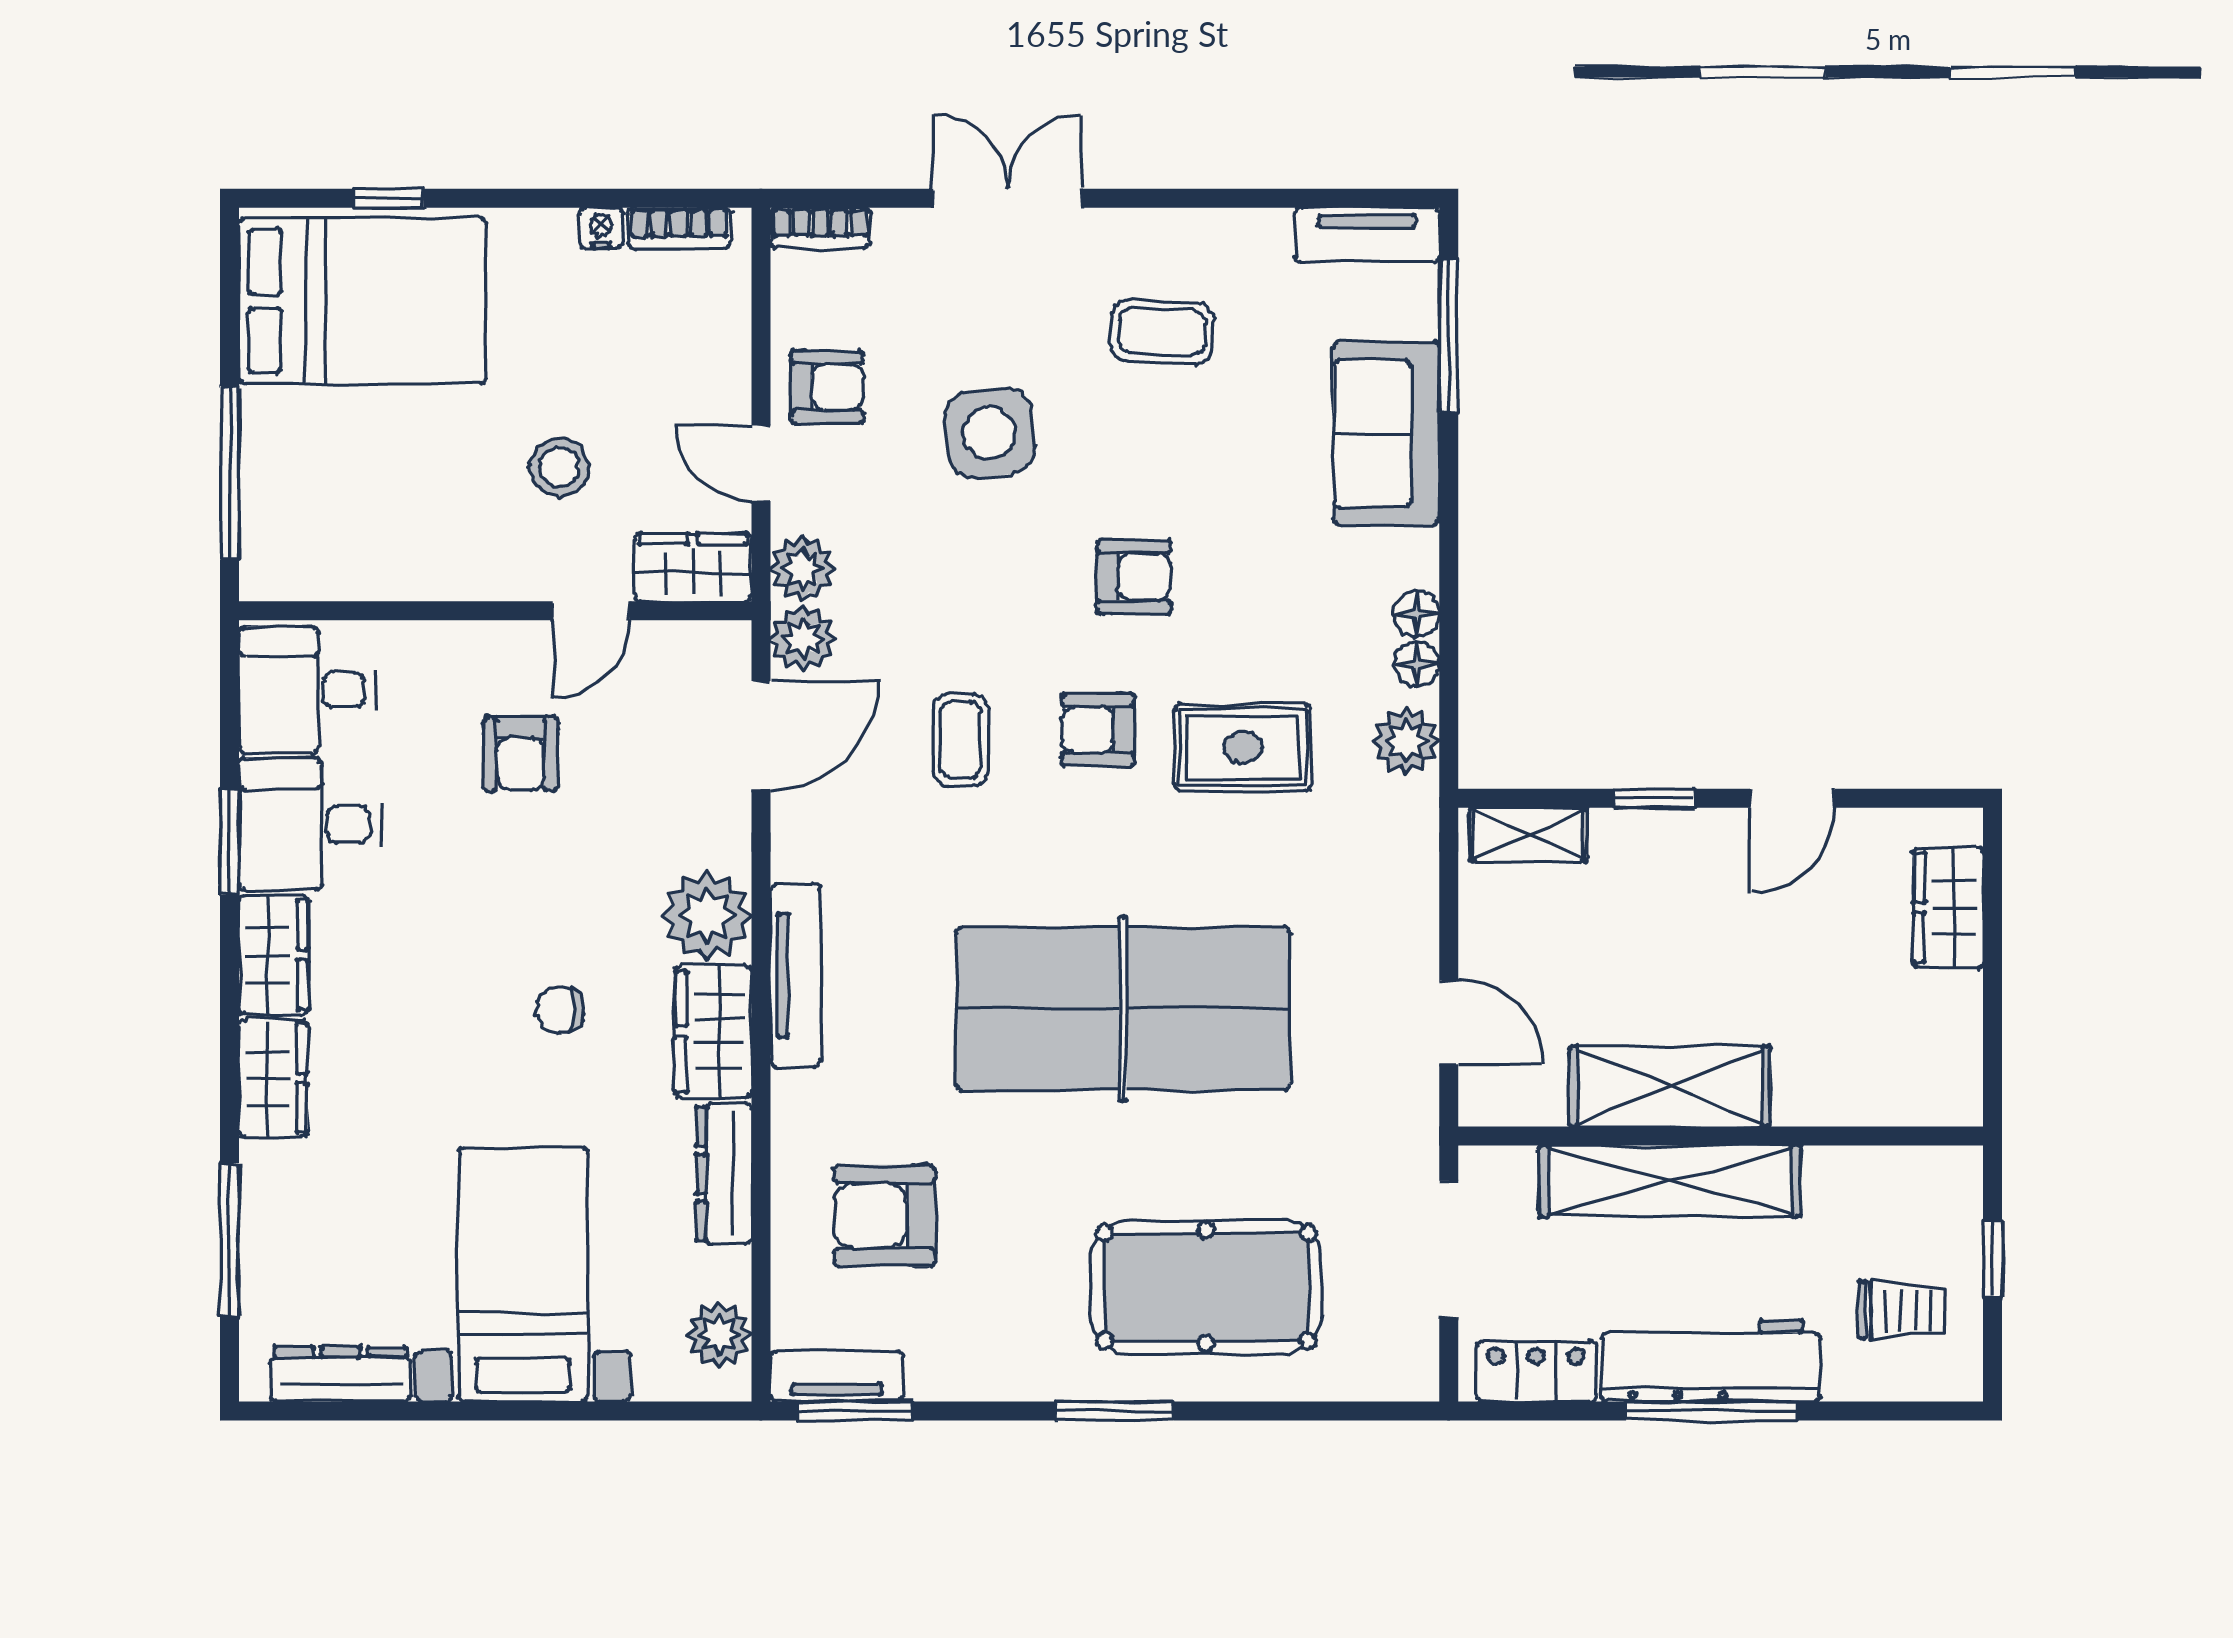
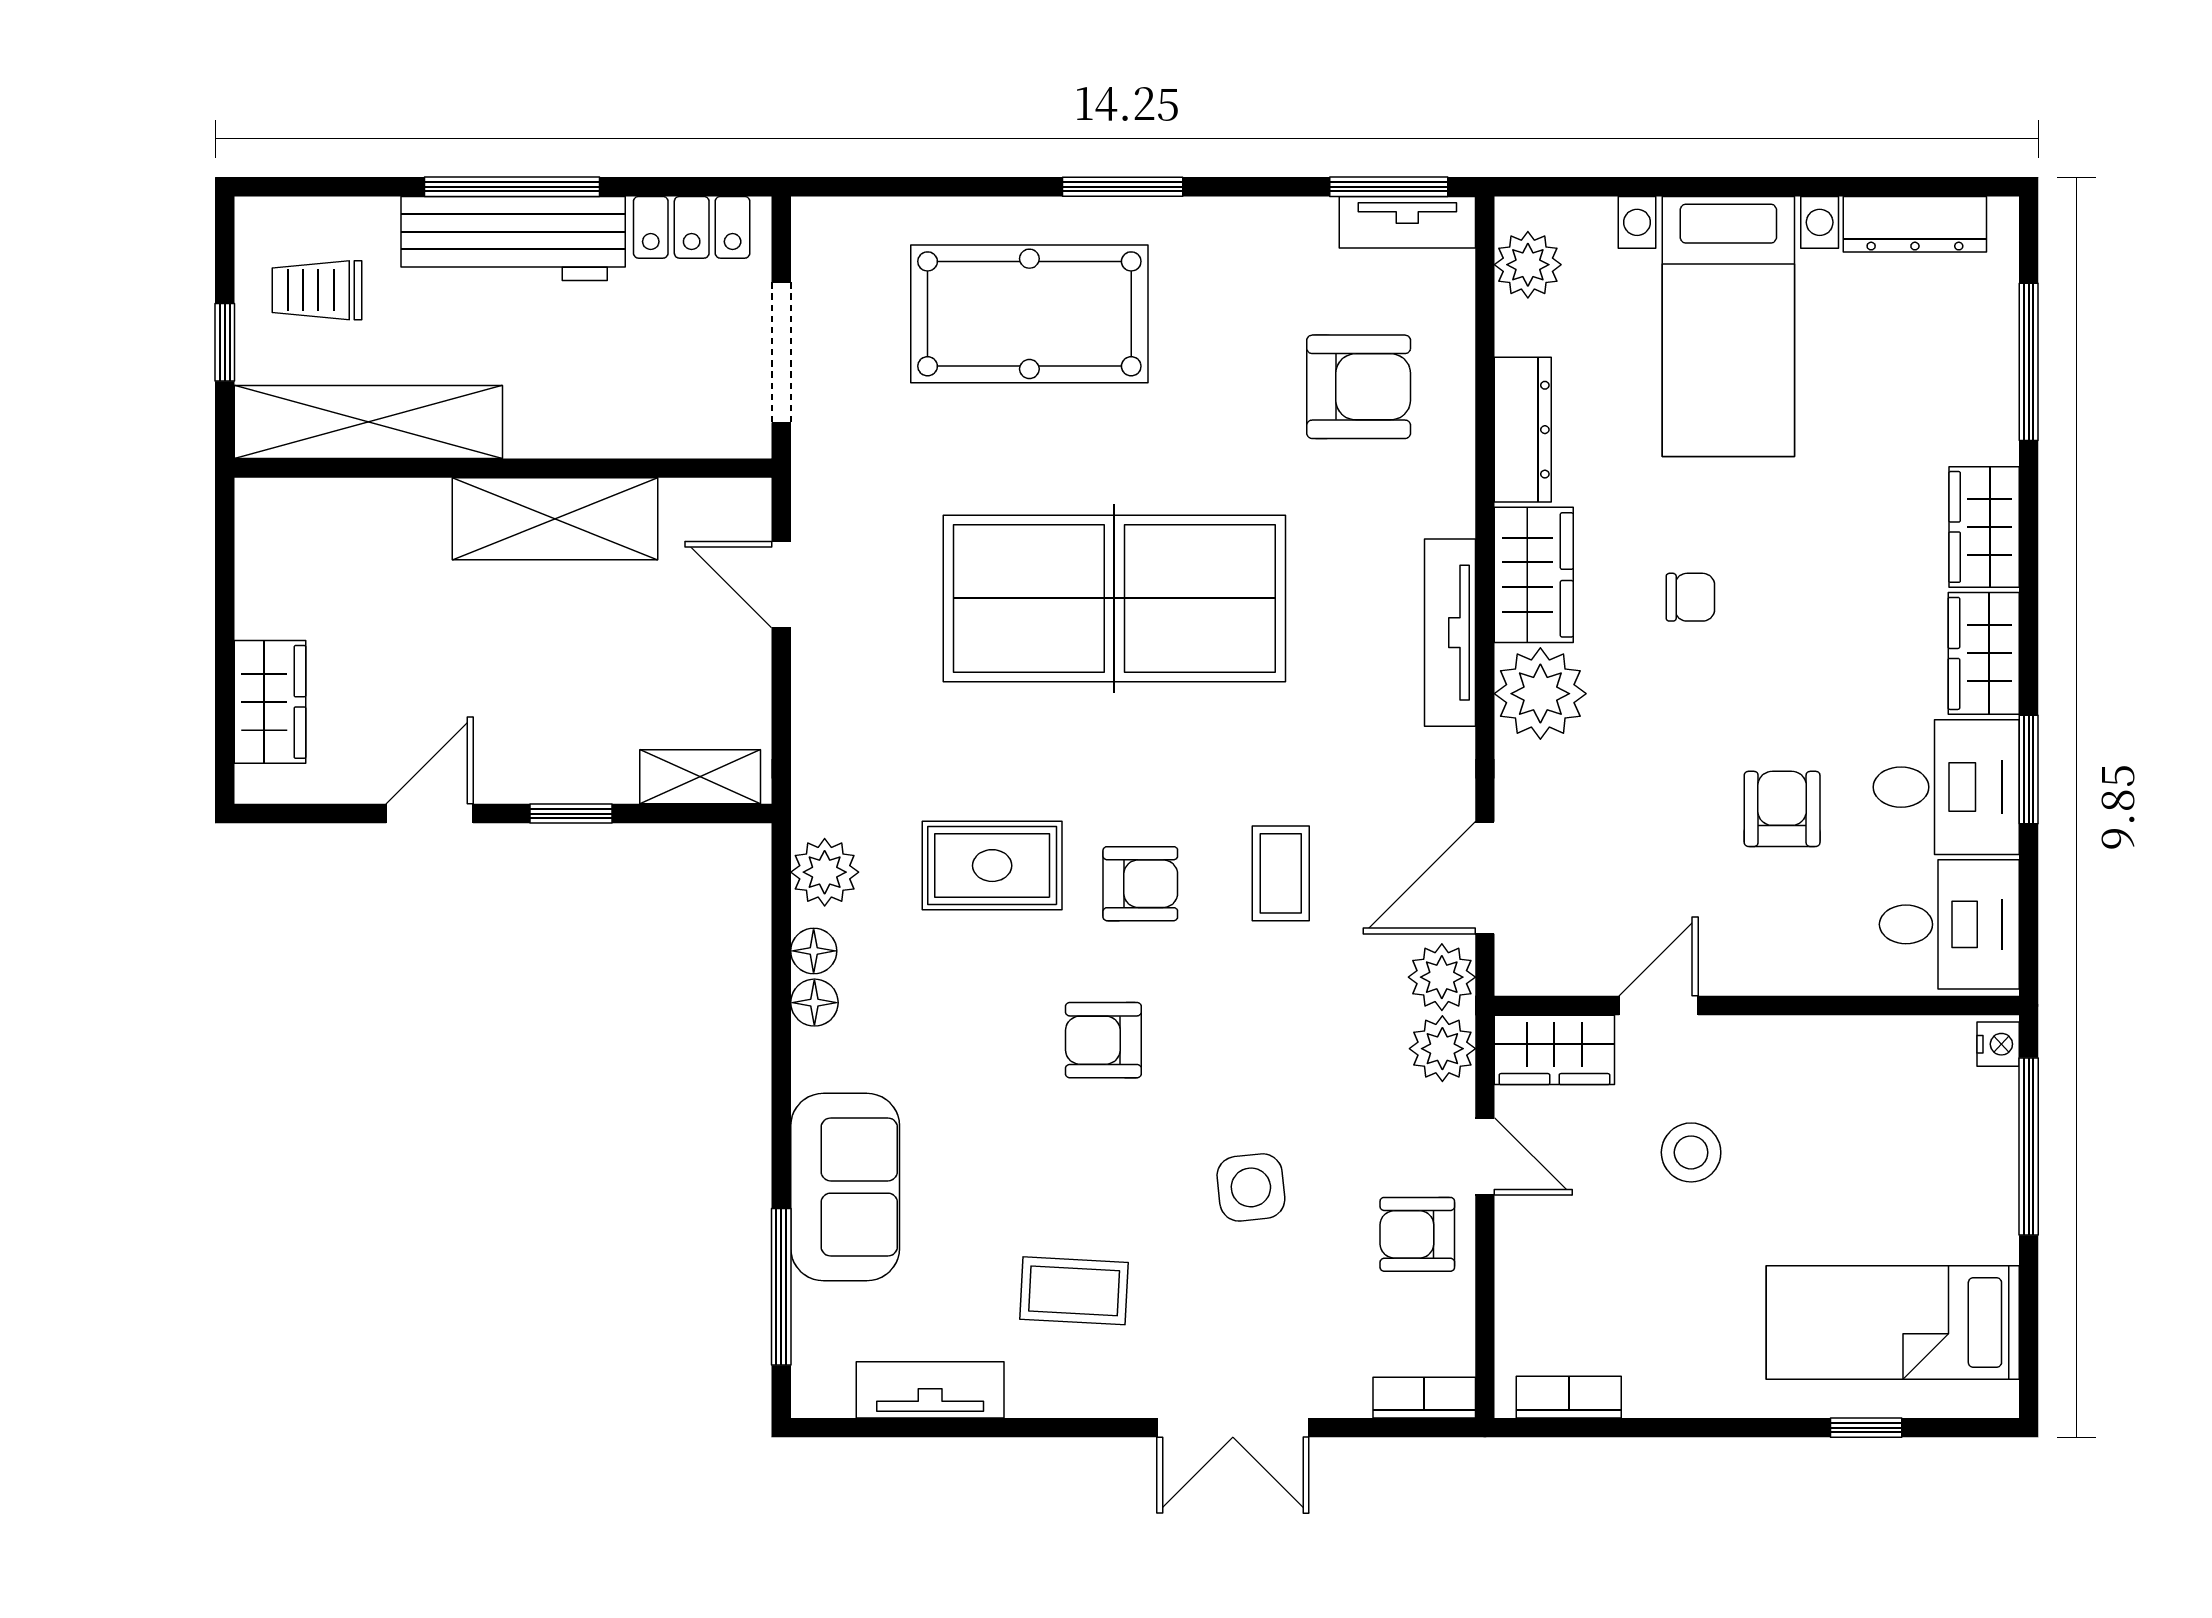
nightstand: (601, 228) -> (1998, 1044), moved, turned -90
tv unit: (1367, 235) -> (930, 1390), moved
bed: (362, 301) -> (1893, 1323), width x0.67
side table: (990, 433) -> (1251, 1187), width x0.73, depth x0.73
armchair: (520, 754) -> (1782, 809), moved
shelving: (1670, 1181) -> (368, 422), moved

